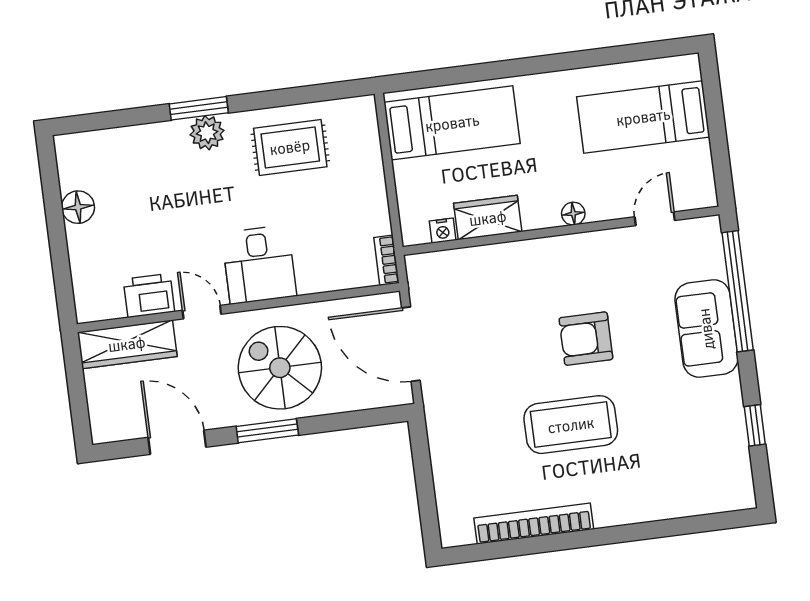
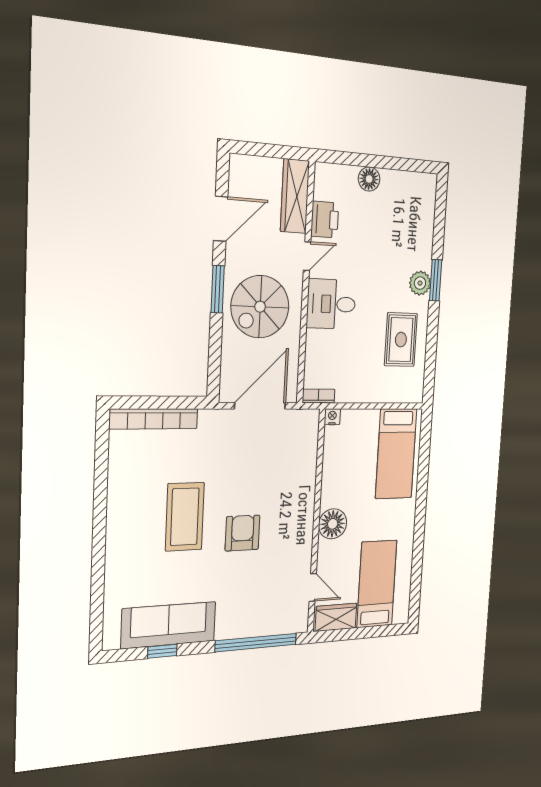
floor lamp: (78, 207) -> (369, 179), moved
floor lamp: (573, 214) -> (333, 524), width x1.89, depth x1.89
wardrobe: (488, 218) -> (336, 617), moved, turned -90
nightstand: (443, 231) -> (332, 417), moved, turned 90
sofa: (706, 329) -> (169, 625), moved, width x1.36
spiral stairs: (280, 368) -> (260, 307), turned 180
bookcase: (534, 524) -> (154, 419), moved, turned 90

